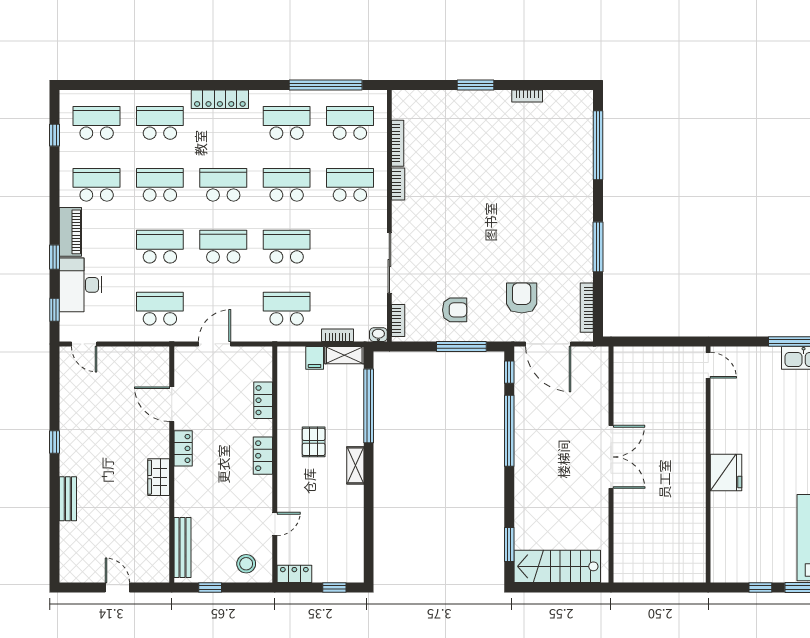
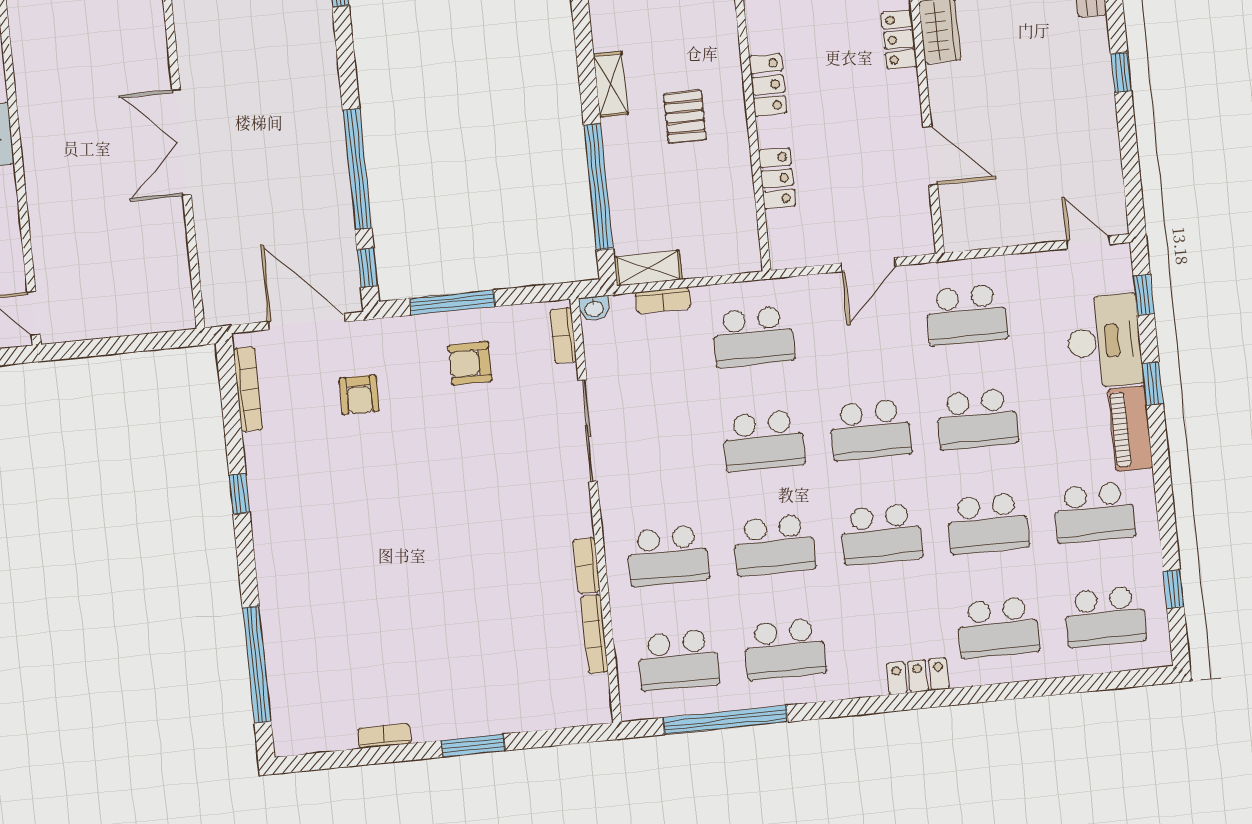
locker: (220, 99) -> (918, 676), width x0.66
window: (598, 247) -> (239, 494), width x0.46
armchair: (522, 298) -> (359, 395), width x0.72, depth x0.72
filing cabinet: (315, 358) -> (698, 258), removed
locker: (183, 448) -> (899, 39), moved

